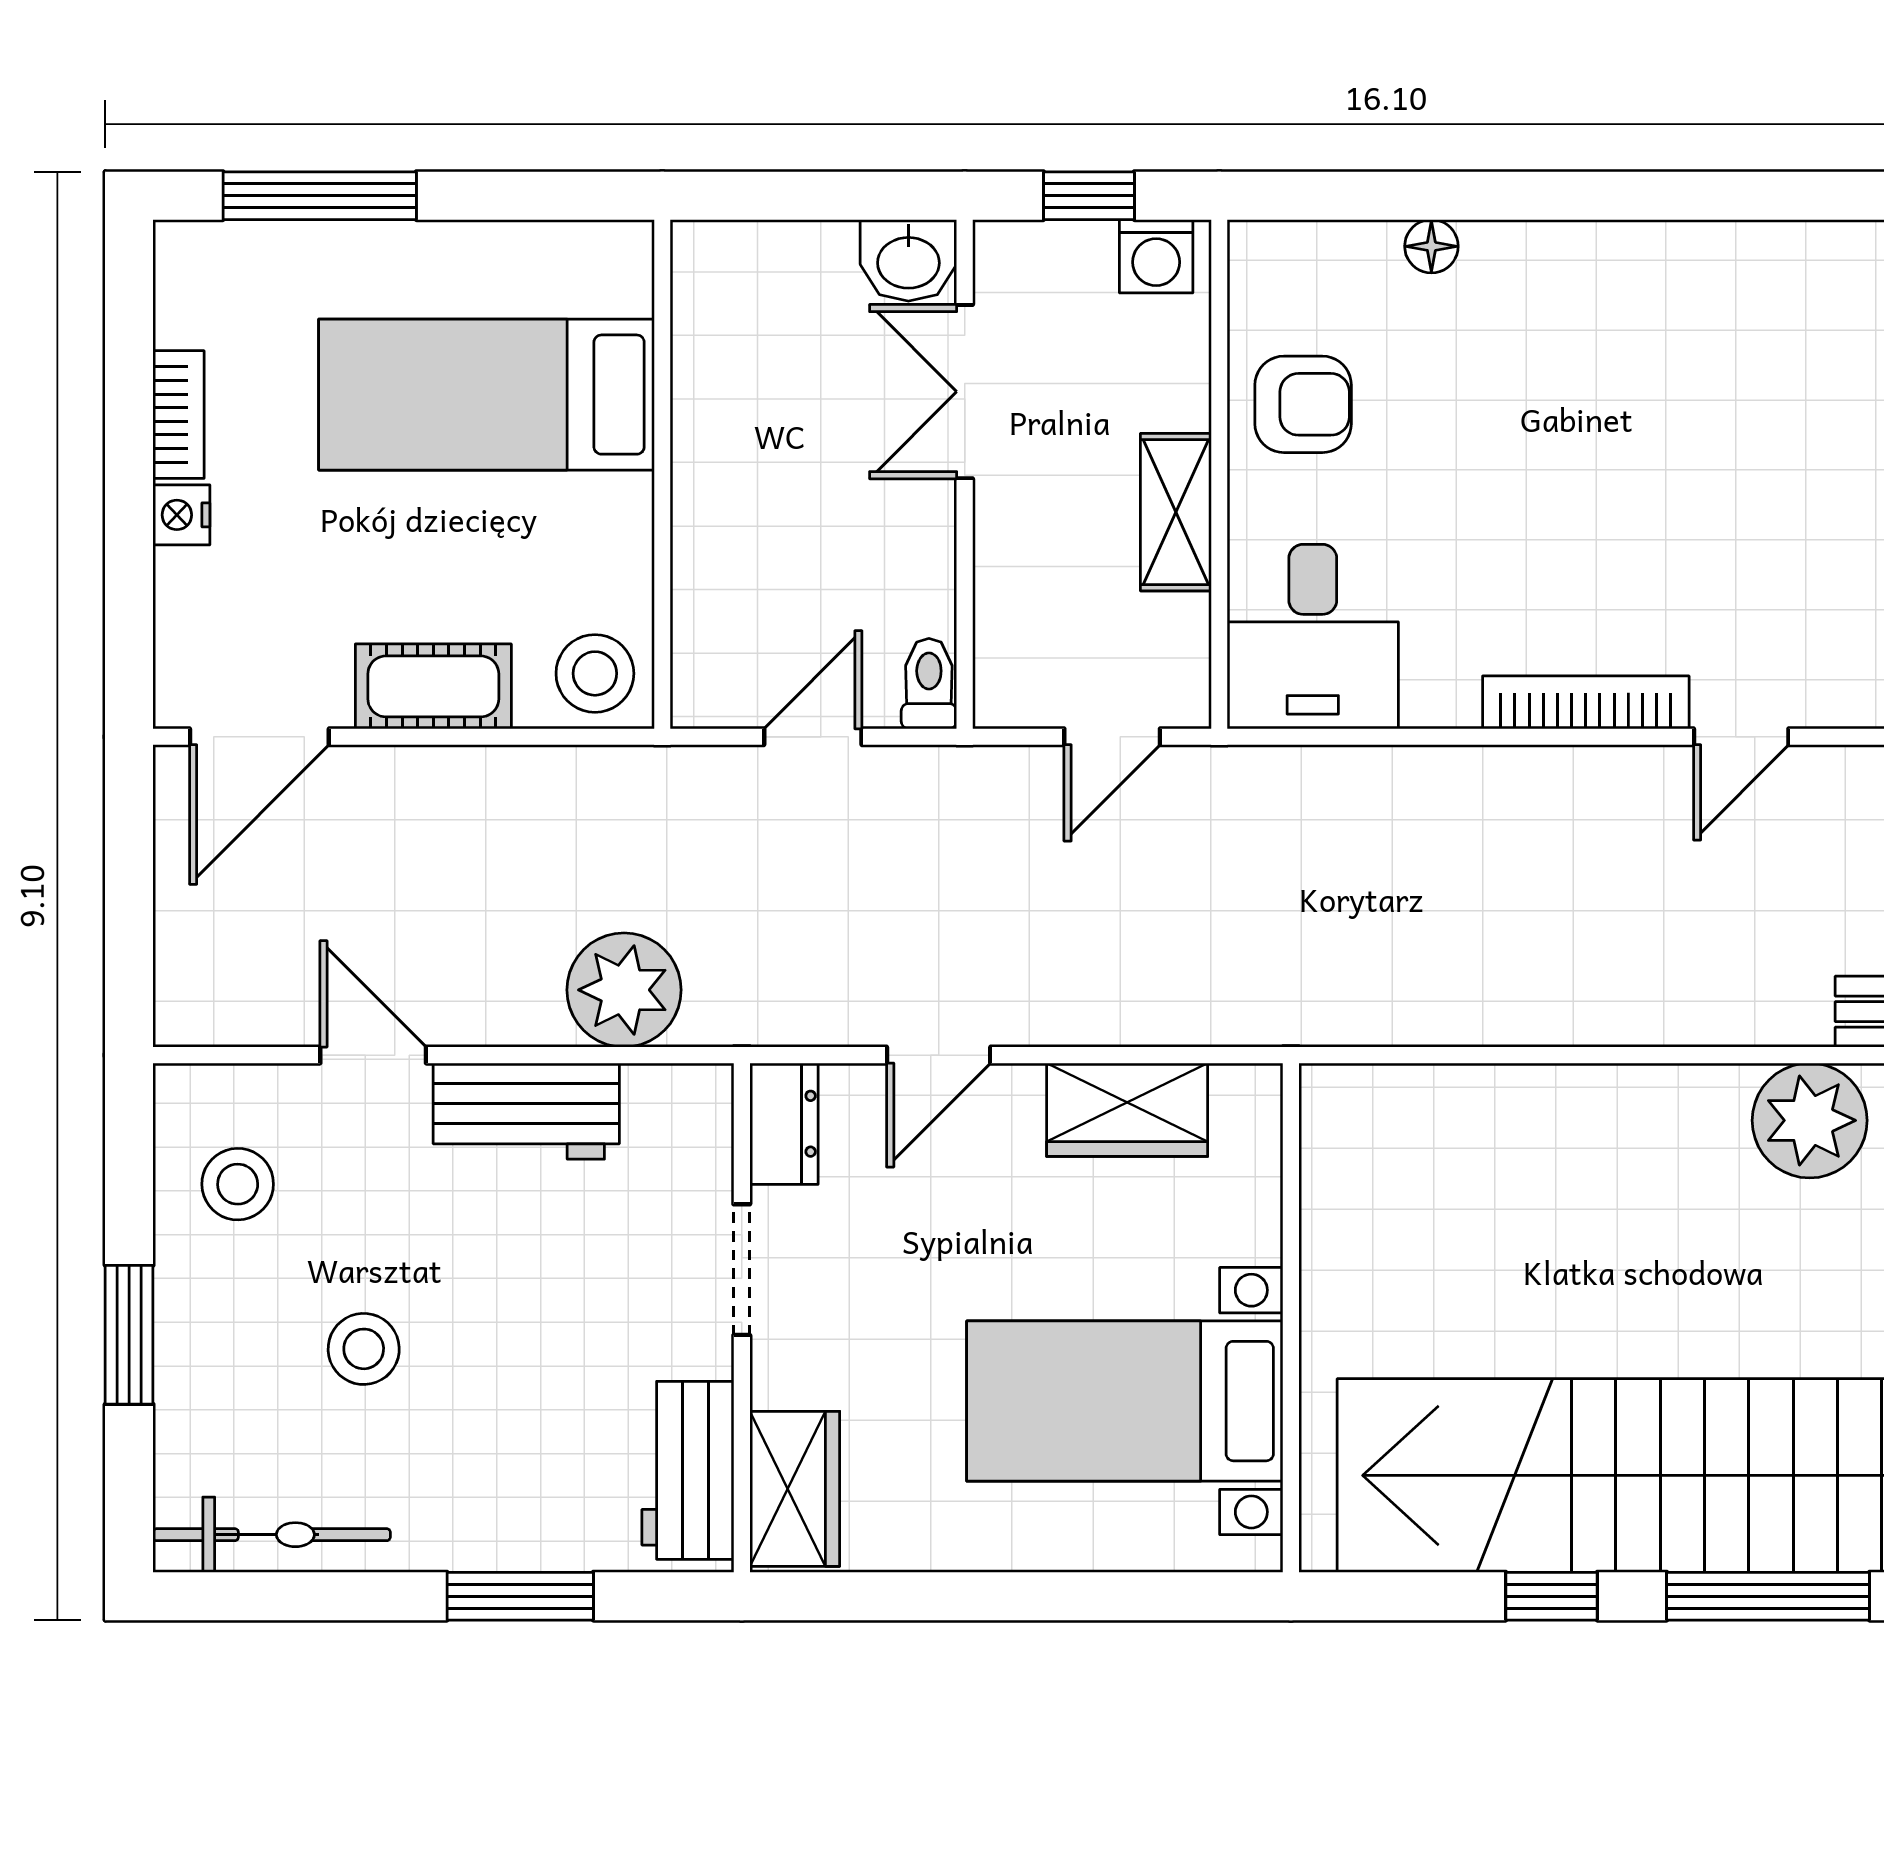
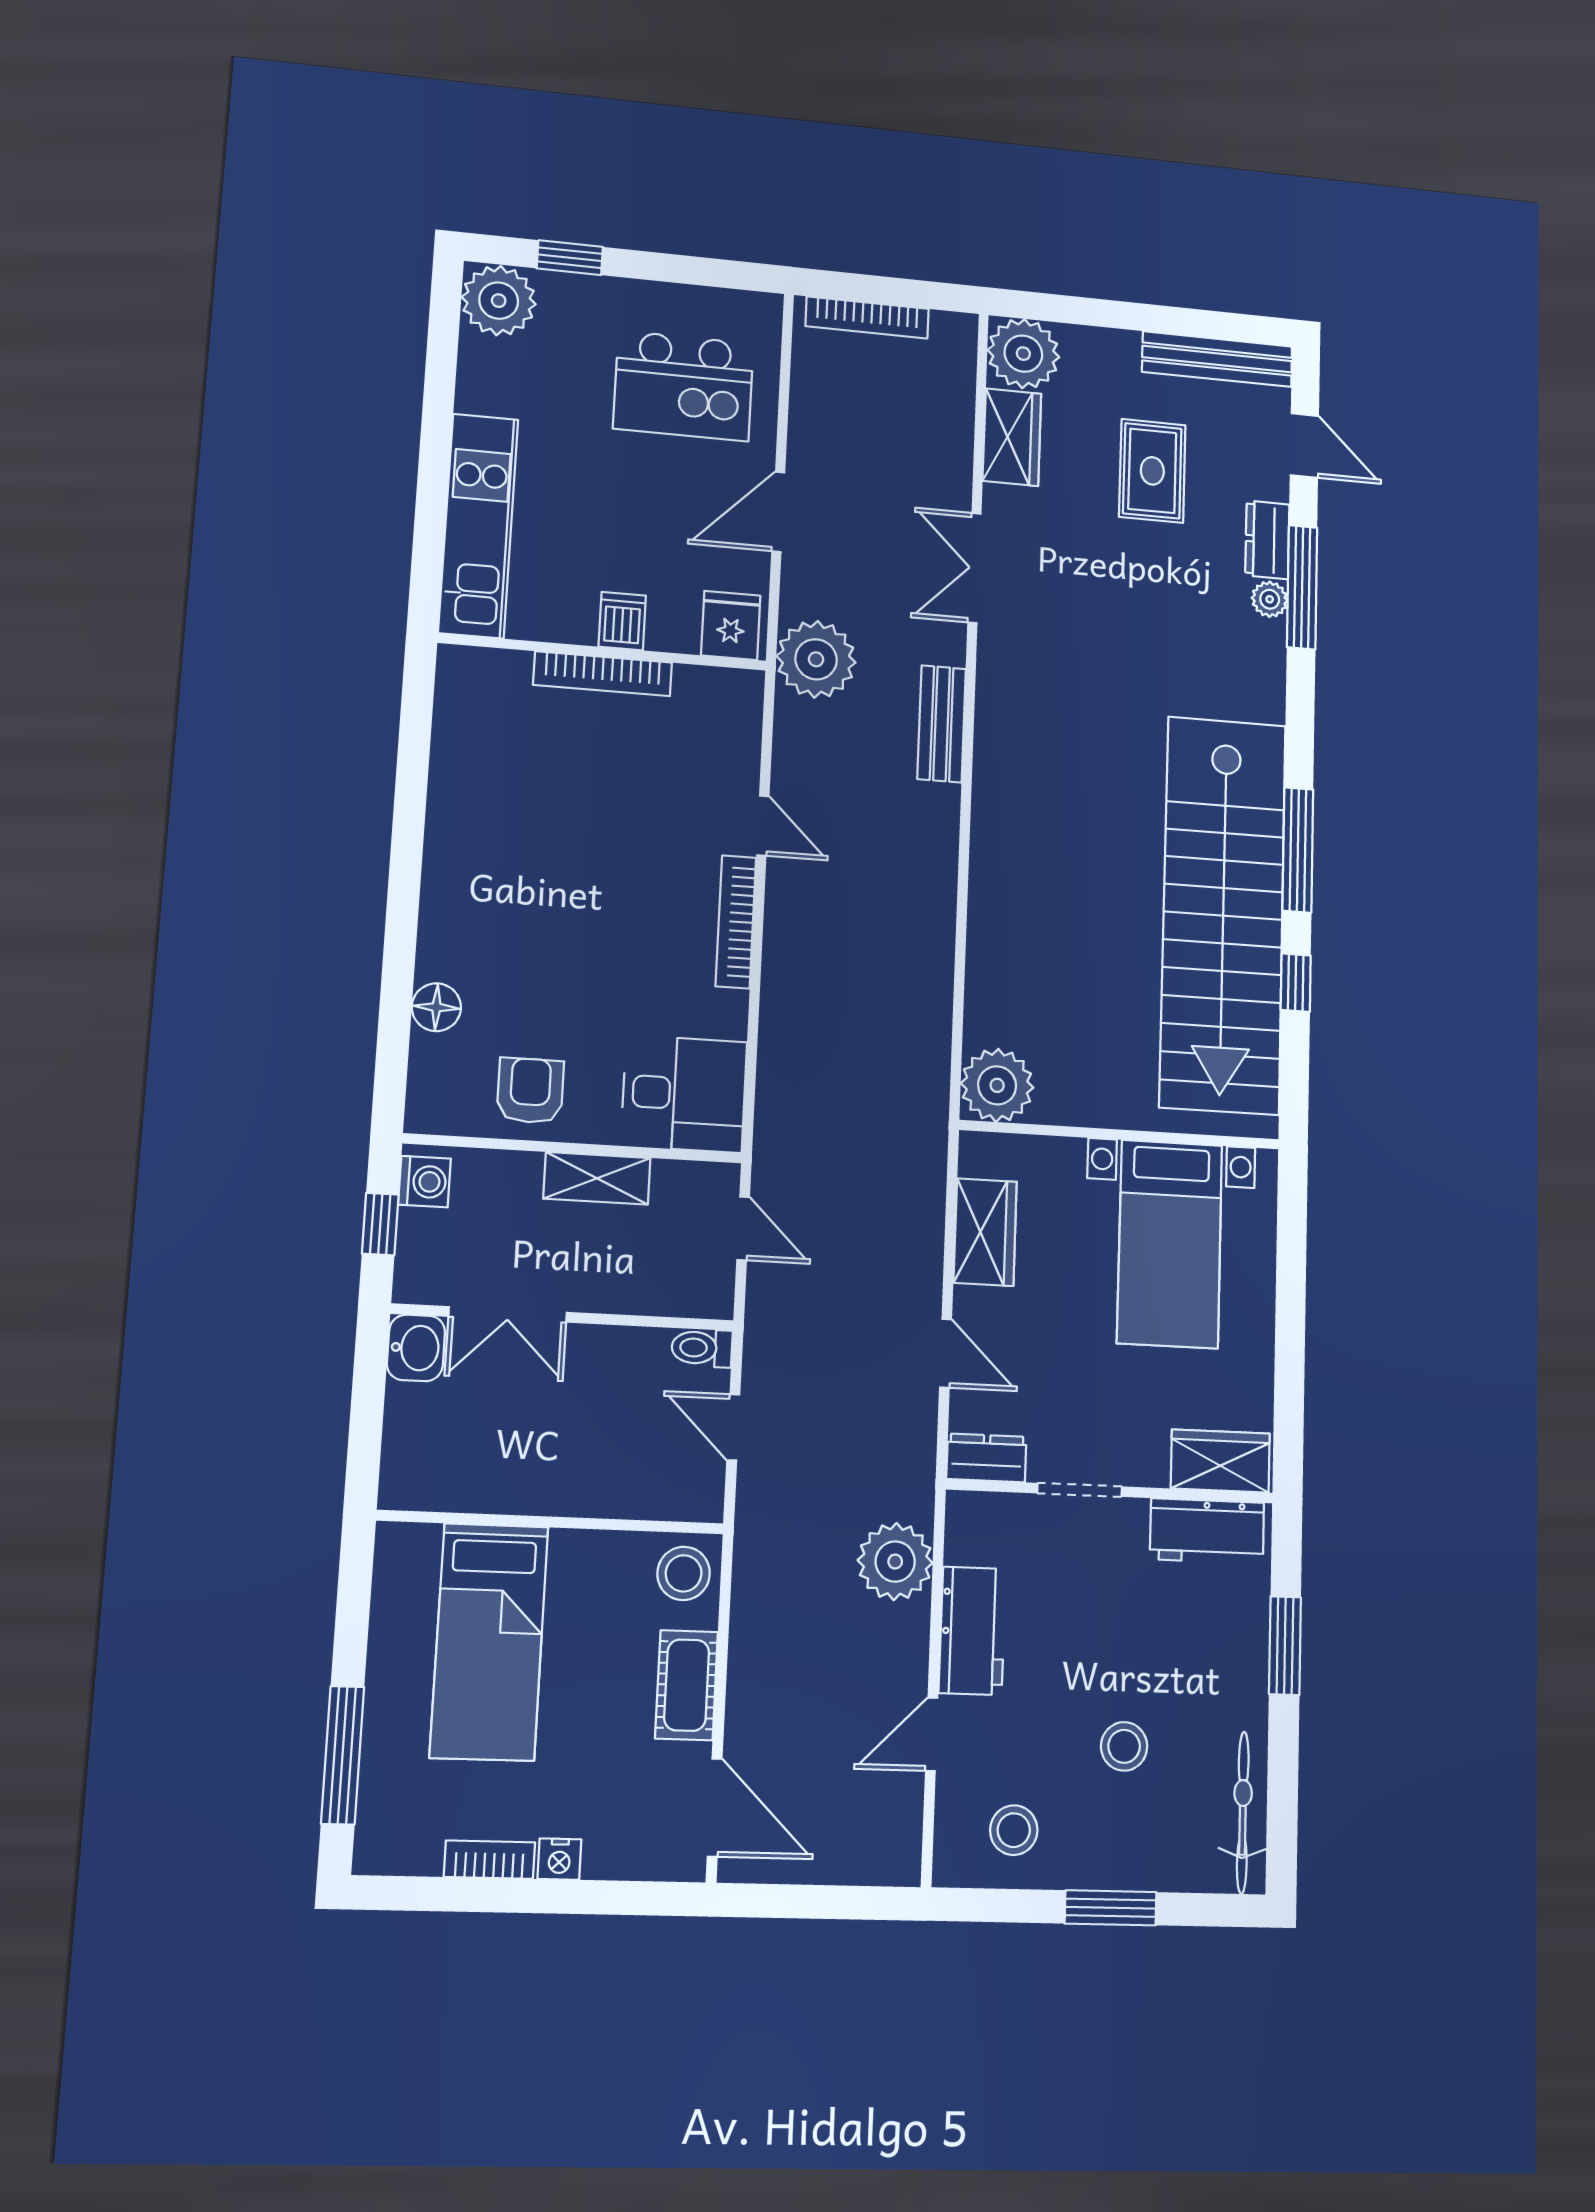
floor lamp: (1431, 246) -> (436, 1007), width x1.37, depth x1.37
plant: (1810, 1120) -> (997, 1085), moved

